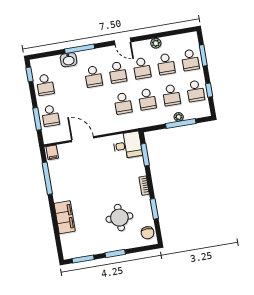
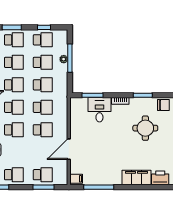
school desk: (99, 107) -> (43, 130), added
desk: (127, 145) -> (99, 110), moved
printer: (69, 243) -> (160, 178), added

